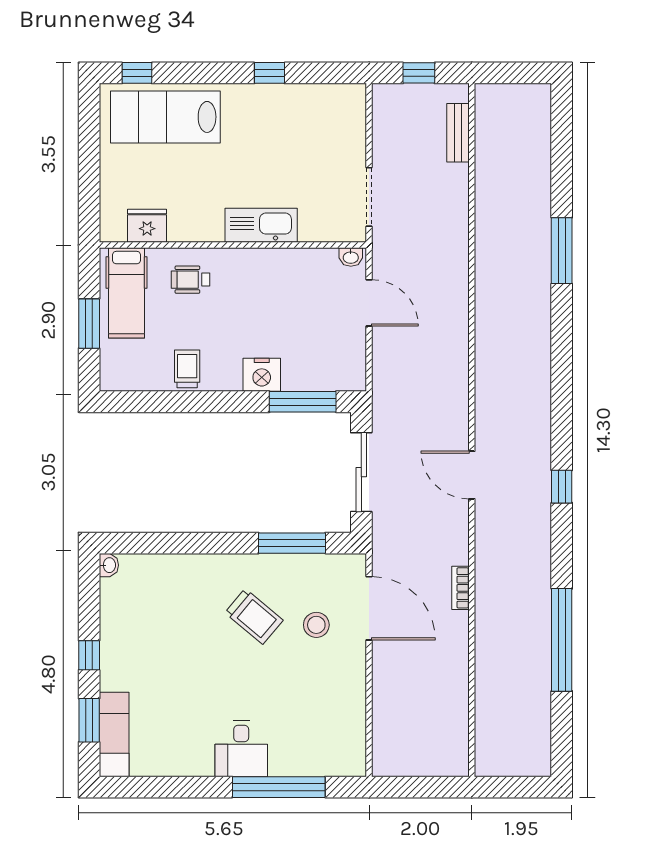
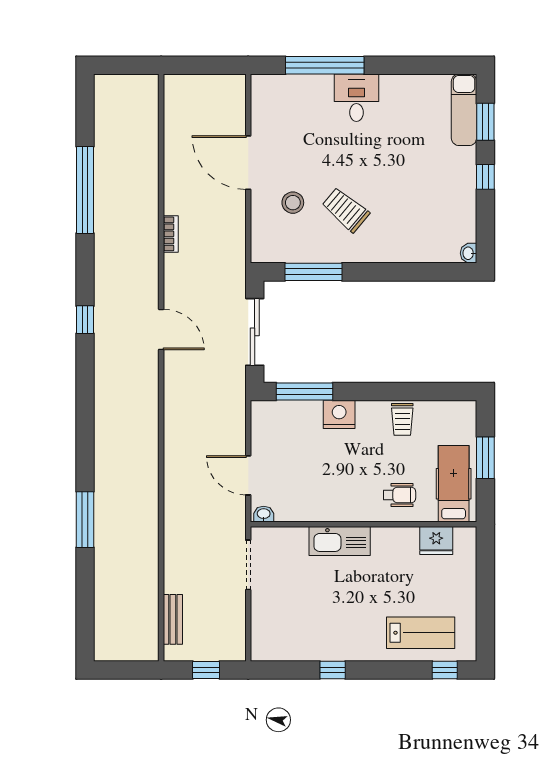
lab bench: (165, 117) -> (421, 633), width x0.73, depth x0.72
door: (369, 608) -> (248, 163), moved

